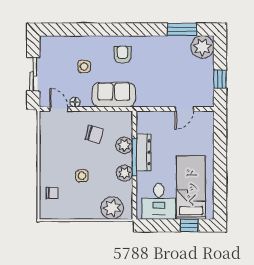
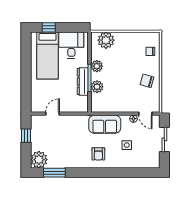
chair: (94, 134) -> (147, 81), moved
side table: (82, 176) -> (128, 64), removed

